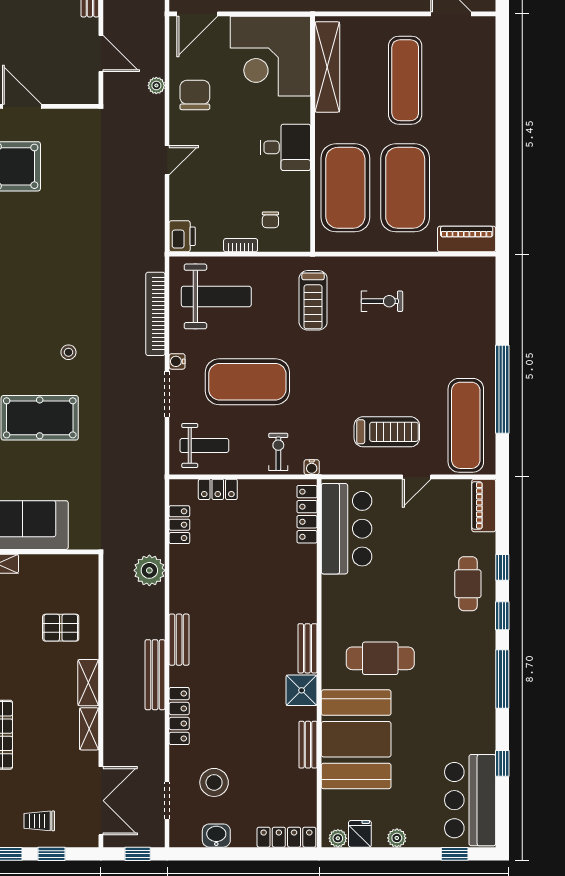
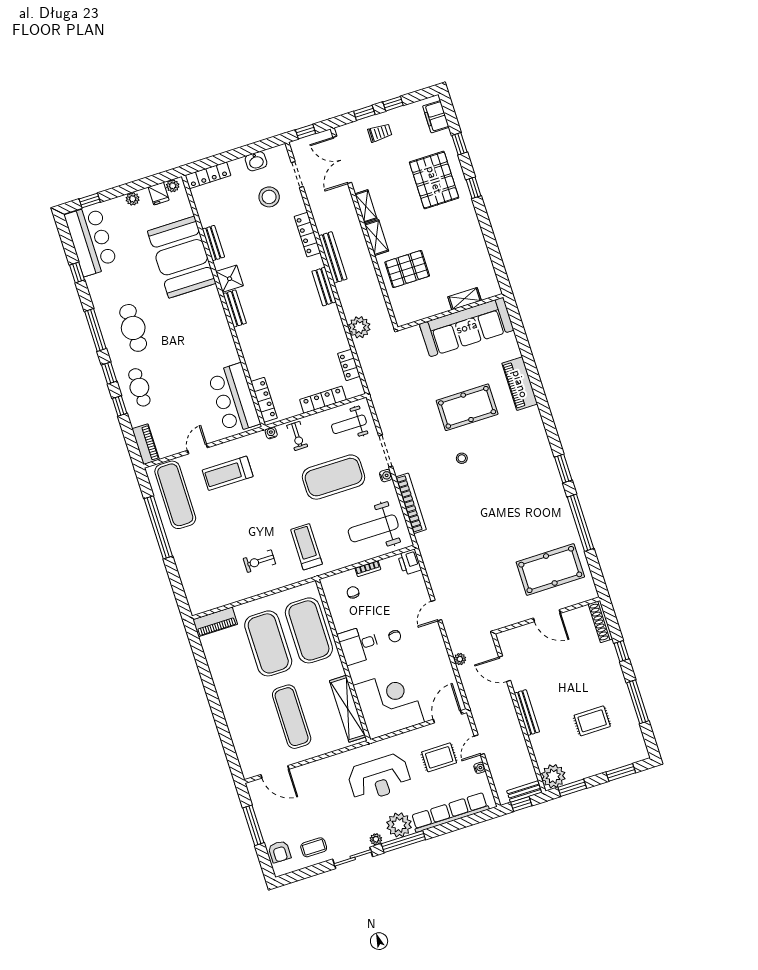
chair: (195, 95) -> (395, 636), moved, width x0.54, depth x0.54
locker: (218, 489) -> (323, 400), width x1.53
pallet: (61, 628) -> (407, 269), width x1.50, depth x1.42
cafe table: (380, 658) -> (133, 328), moved, turned 90

